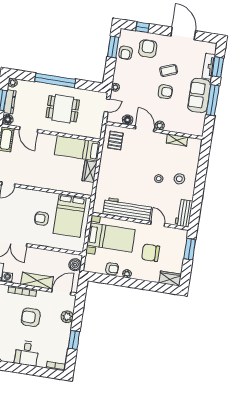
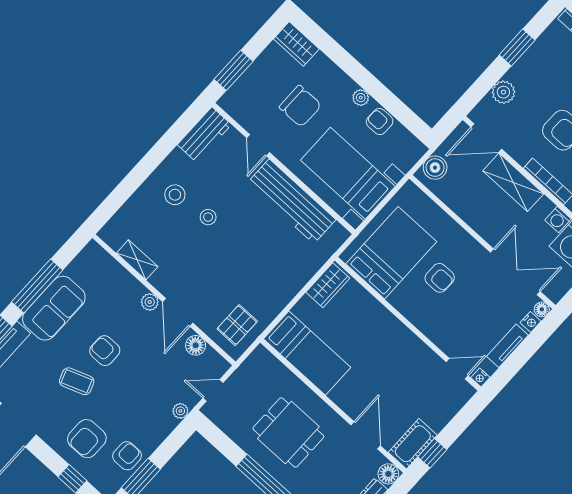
wardrobe: (90, 171) -> (328, 285), moved

